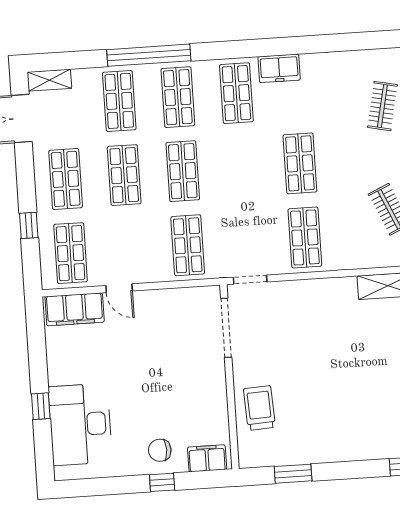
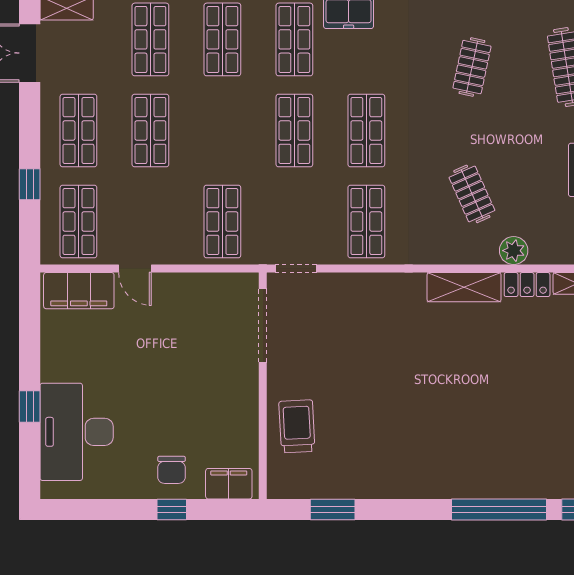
shop shelf: (183, 171) -> (294, 130), moved
chair: (160, 450) -> (172, 470), turned -90

